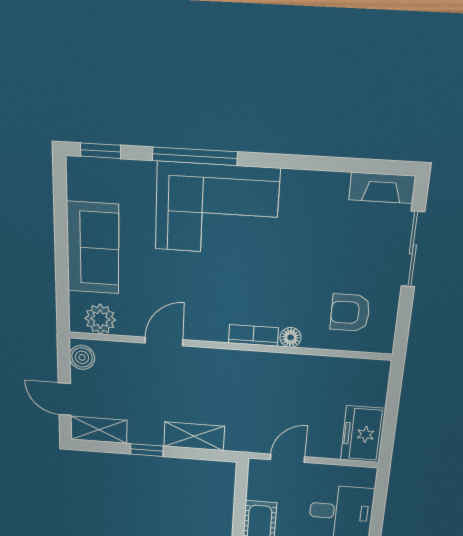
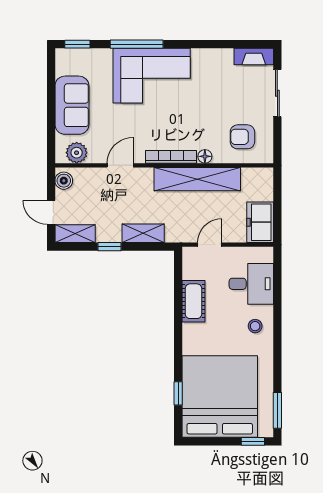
bookcase: (253, 335) -> (171, 157), width x1.56
shelving: (277, 369) -> (197, 179), added

